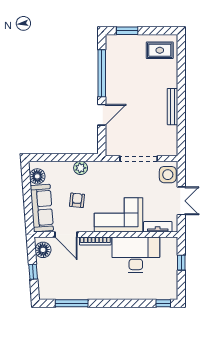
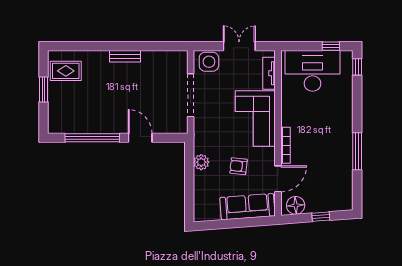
window: (127, 31) -> (43, 89), moved
rug: (160, 50) -> (66, 71), turned 90
bench: (173, 107) -> (125, 56), width x0.73
floor lamp: (37, 176) -> (211, 212), removed
desk: (136, 255) -> (312, 71), moved, turned 90
window: (181, 263) -> (331, 46), moved
window: (72, 303) -> (357, 151), moved

